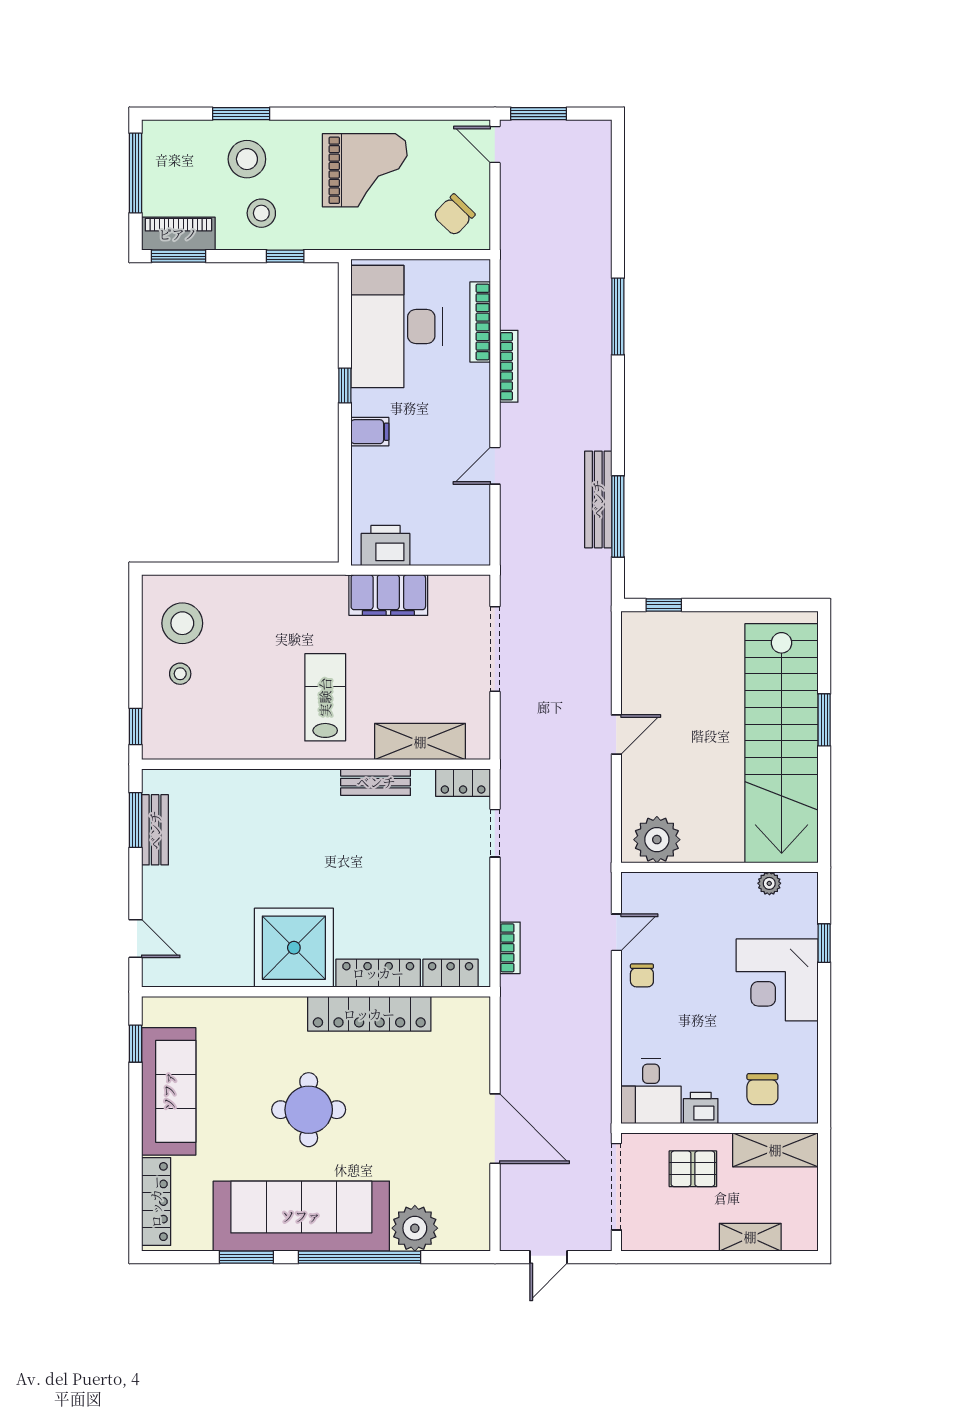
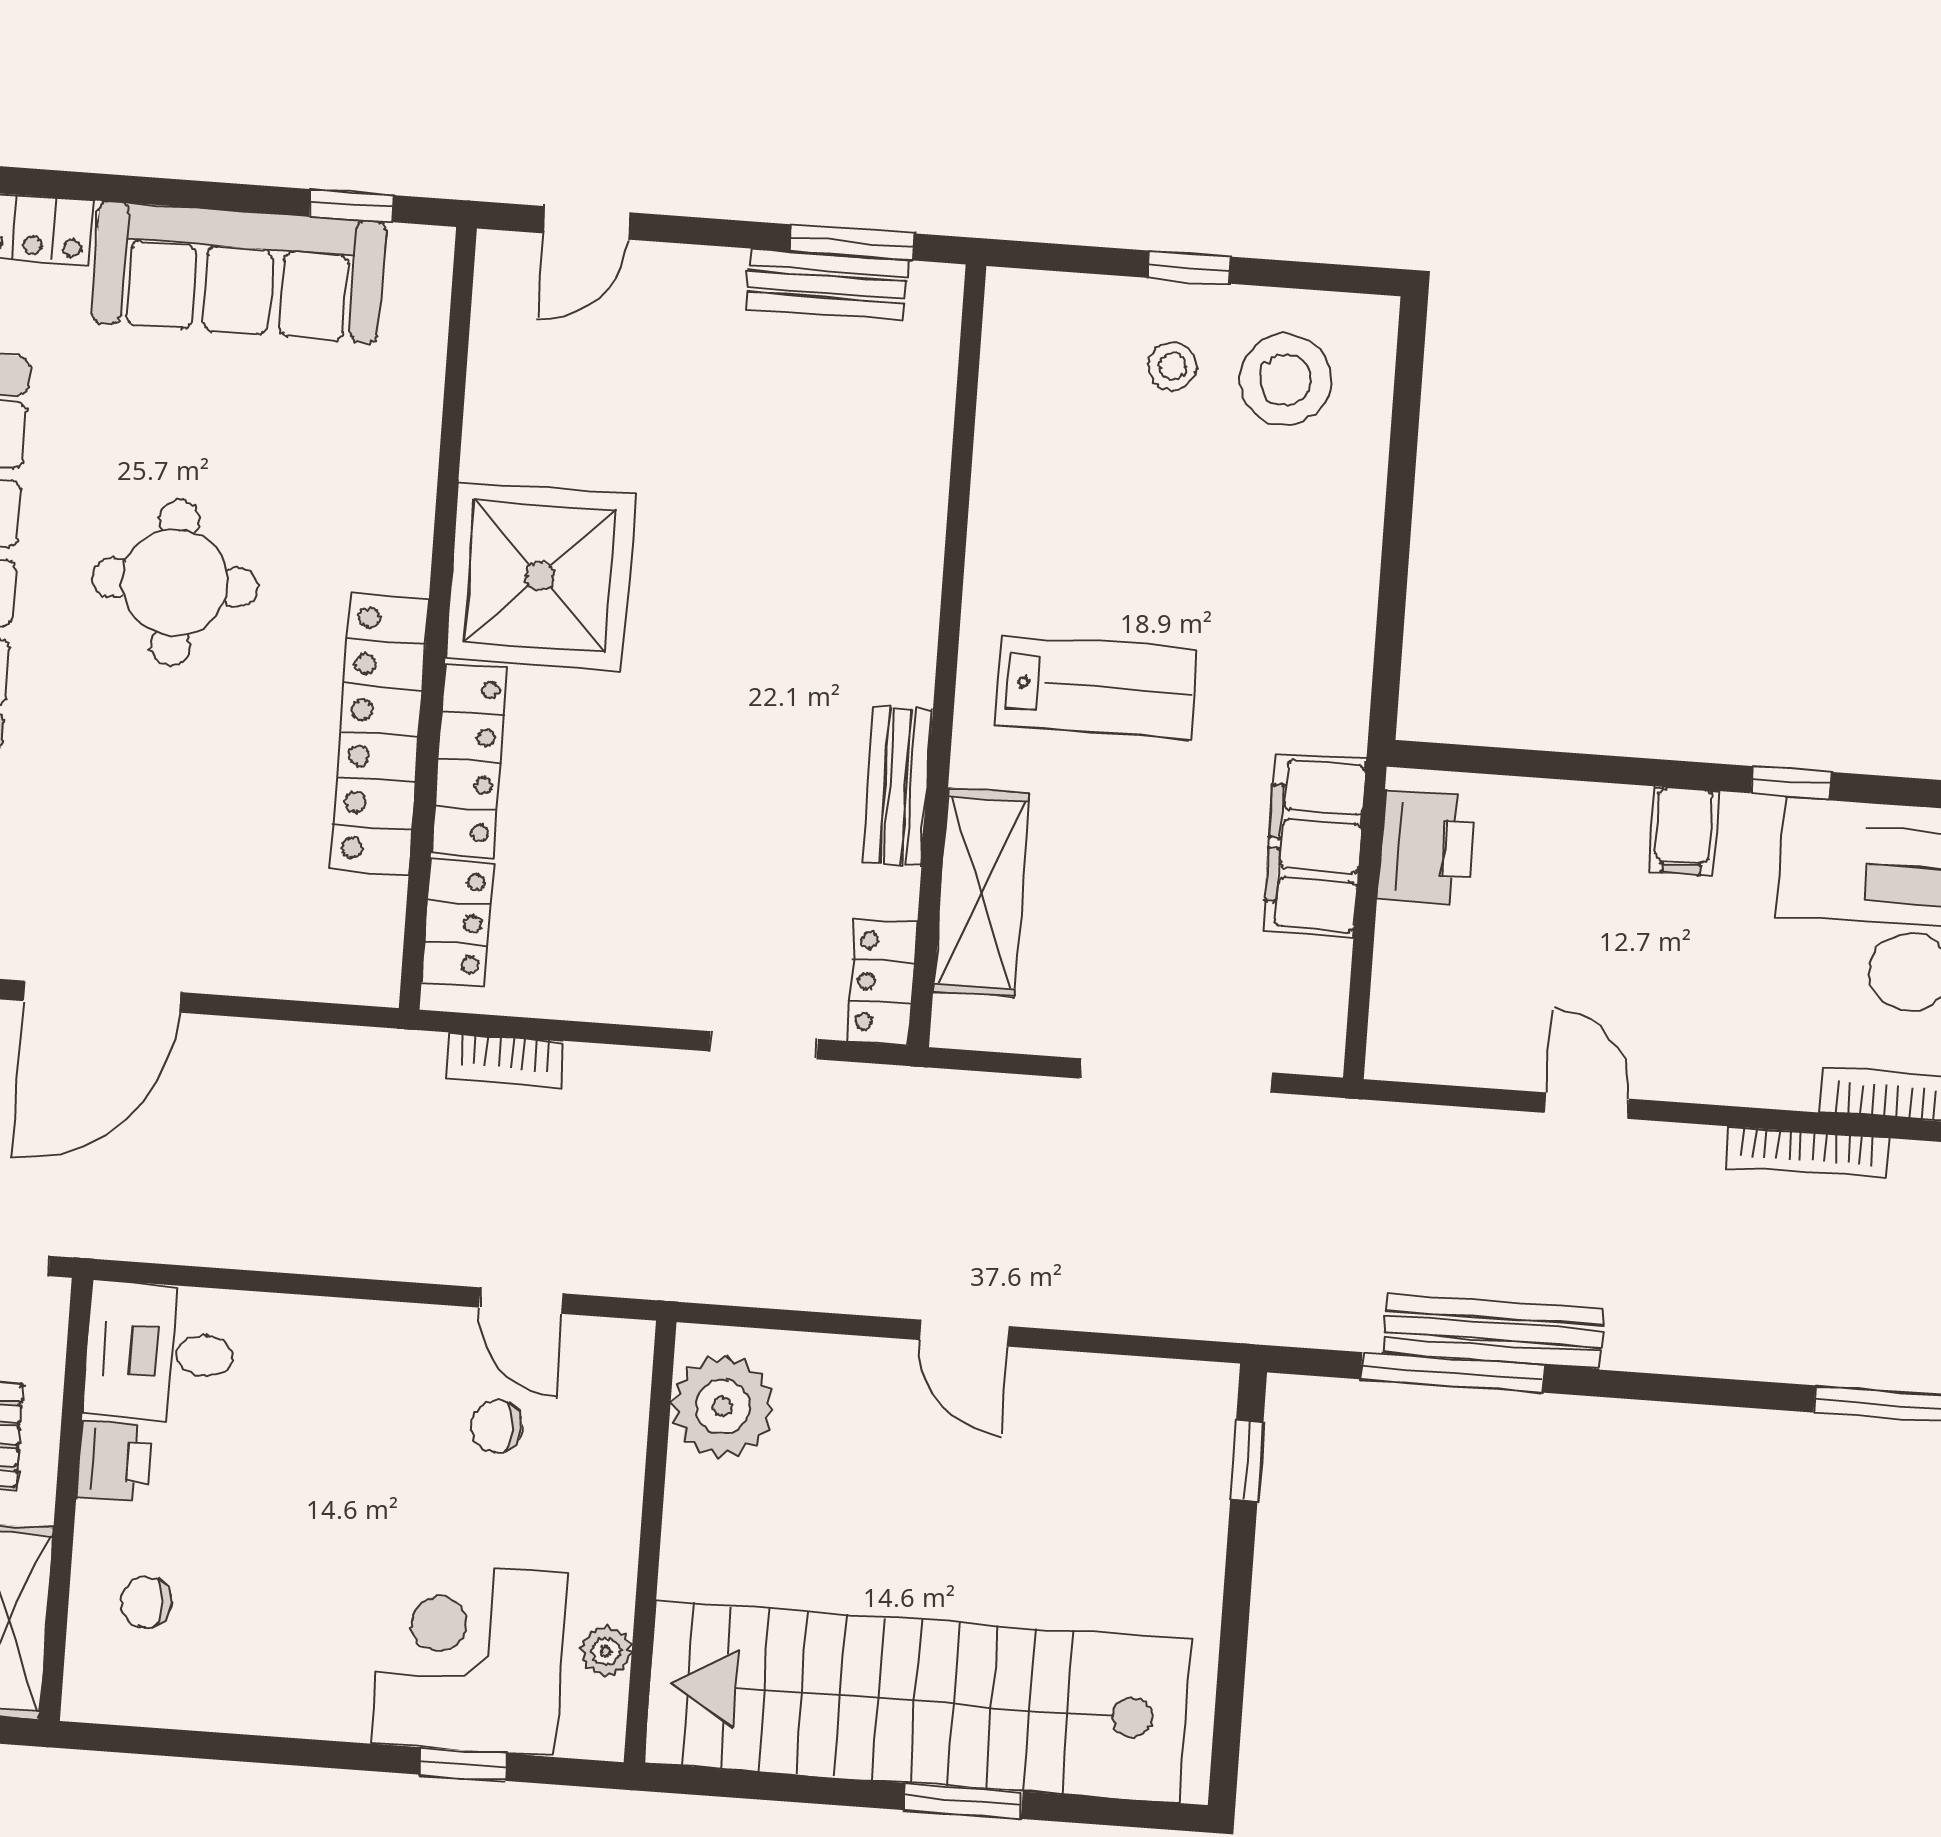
window: (136, 726) -> (1189, 267), moved
chair: (642, 975) -> (496, 1427), moved
corner desk: (777, 980) -> (469, 1659), moved
chair: (762, 1089) -> (146, 1602), width x0.73, depth x0.73

